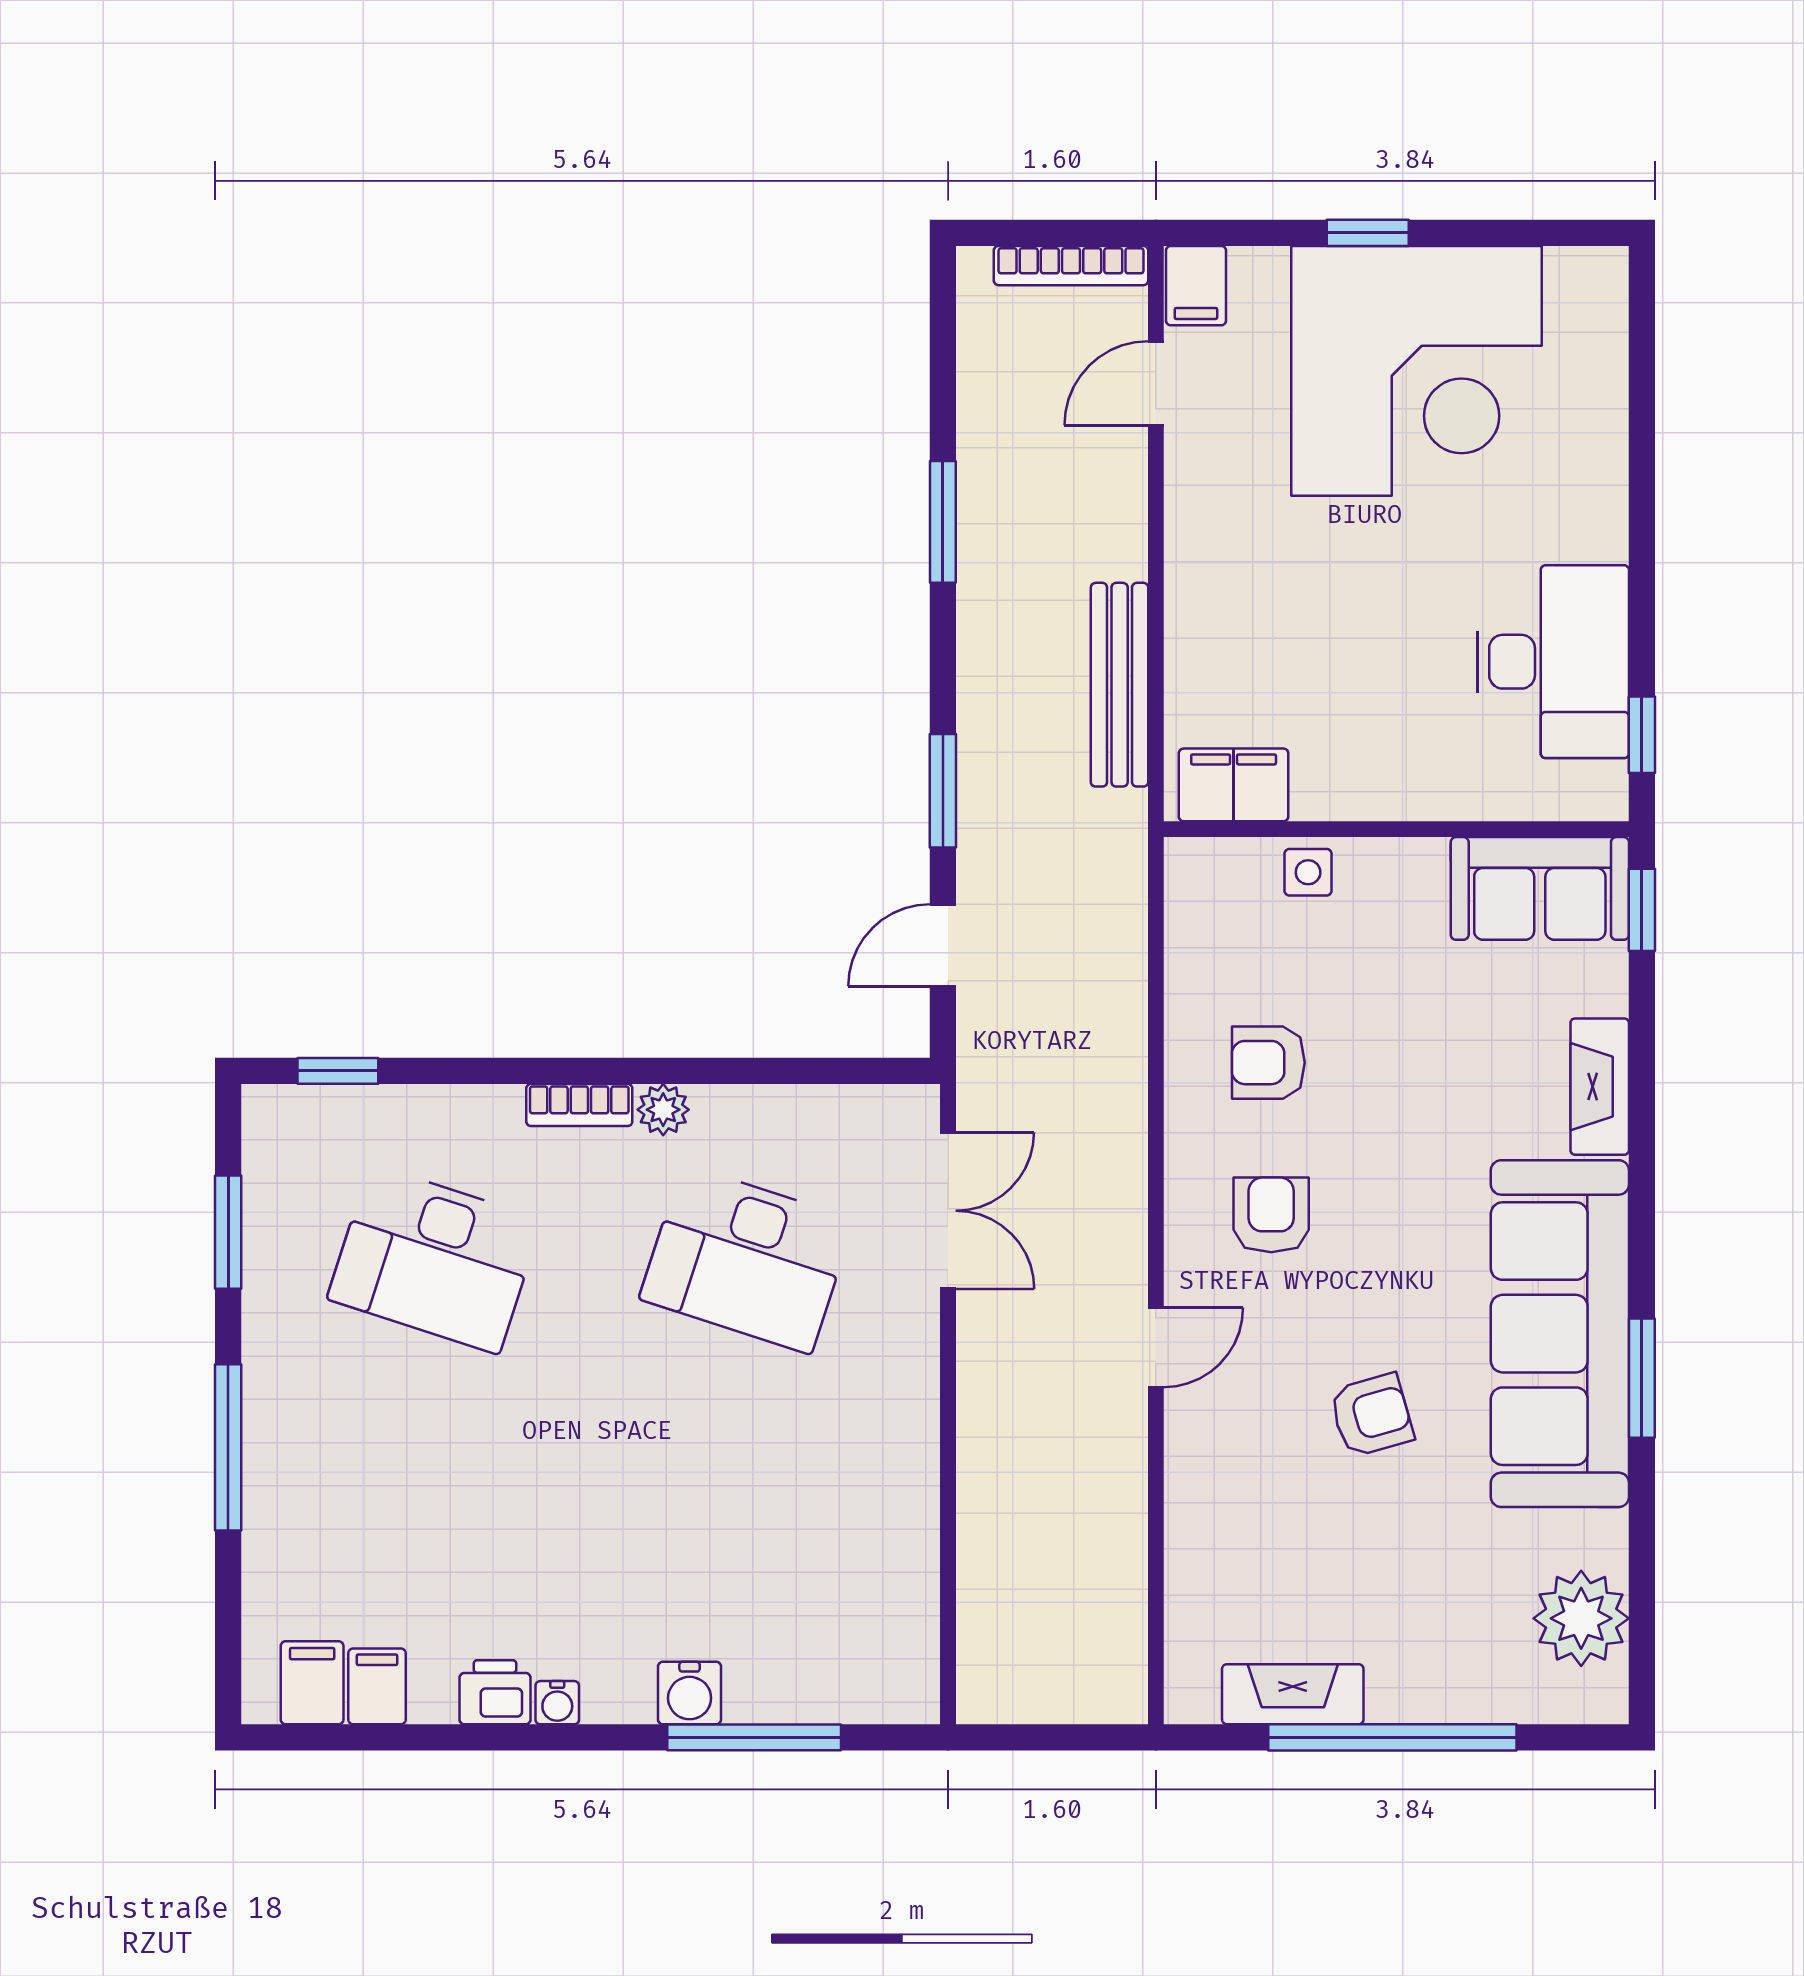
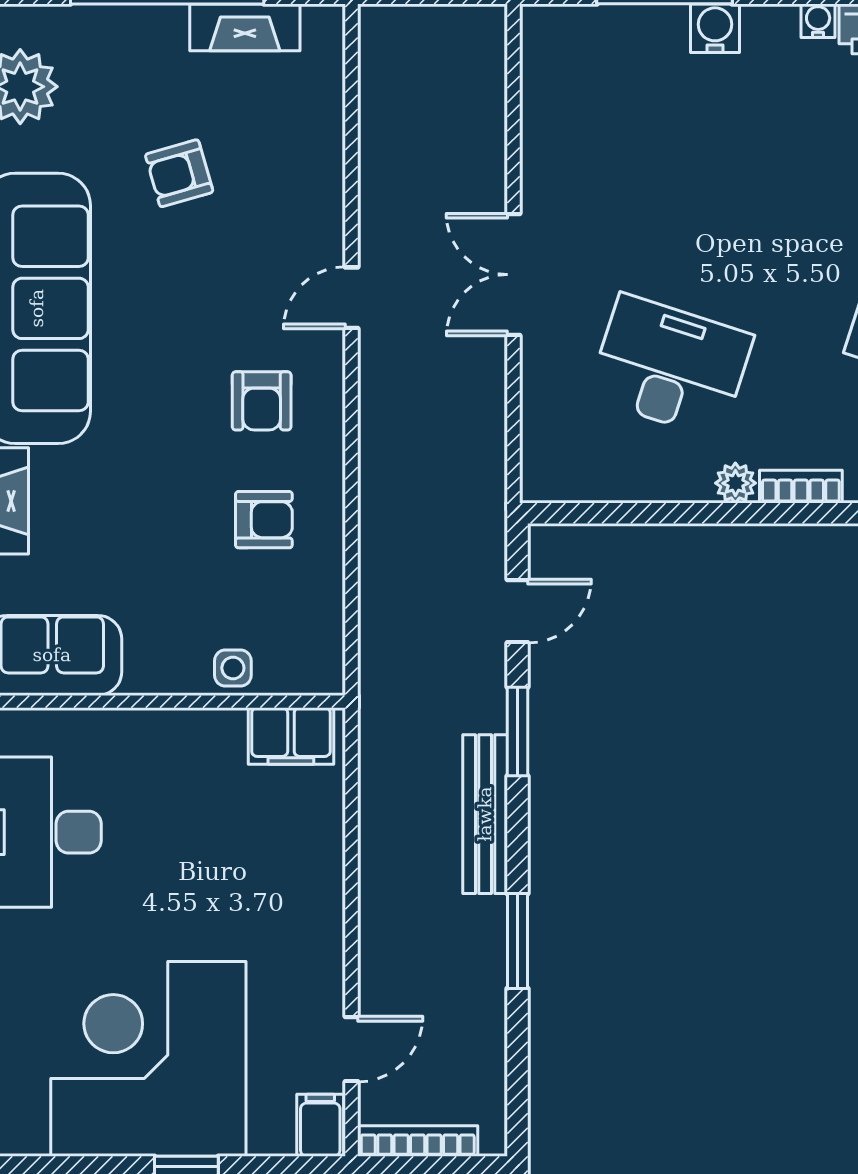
bench: (1120, 685) -> (485, 814), moved
double door: (948, 1211) -> (514, 275), moved
armchair: (1372, 1415) -> (179, 173), moved

